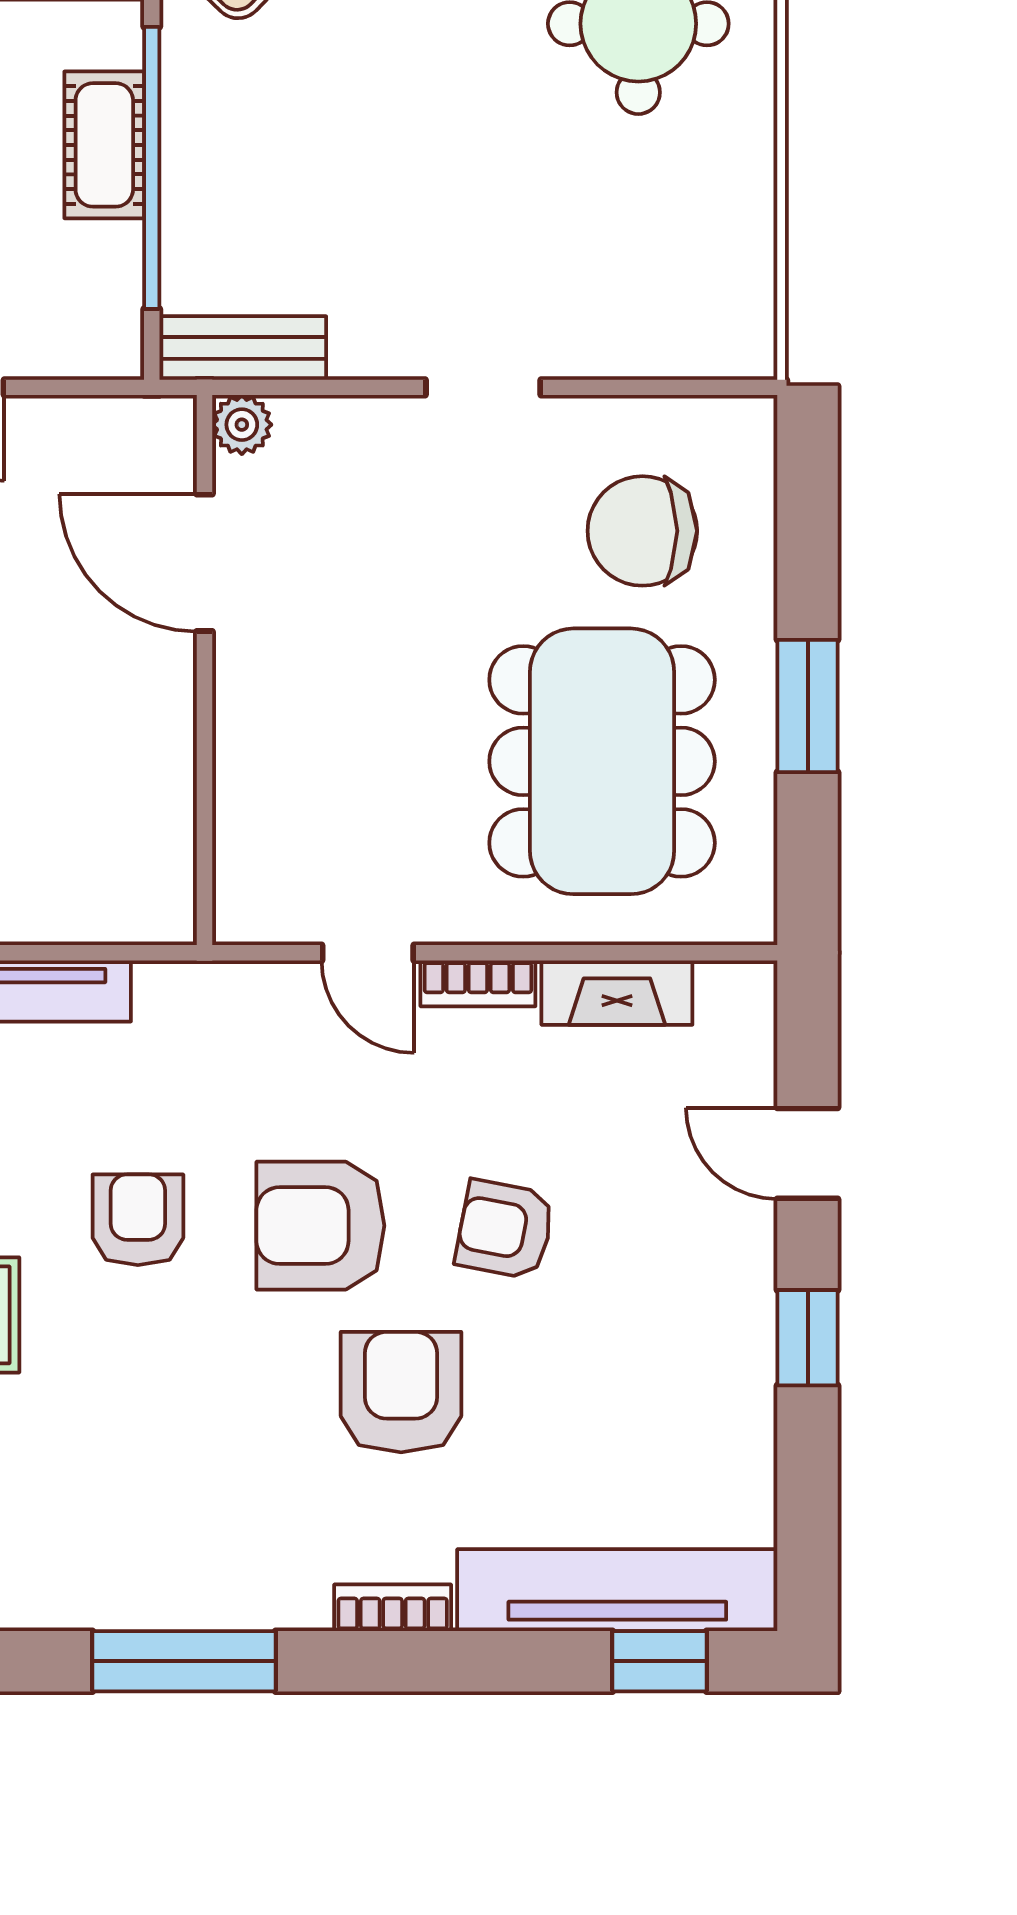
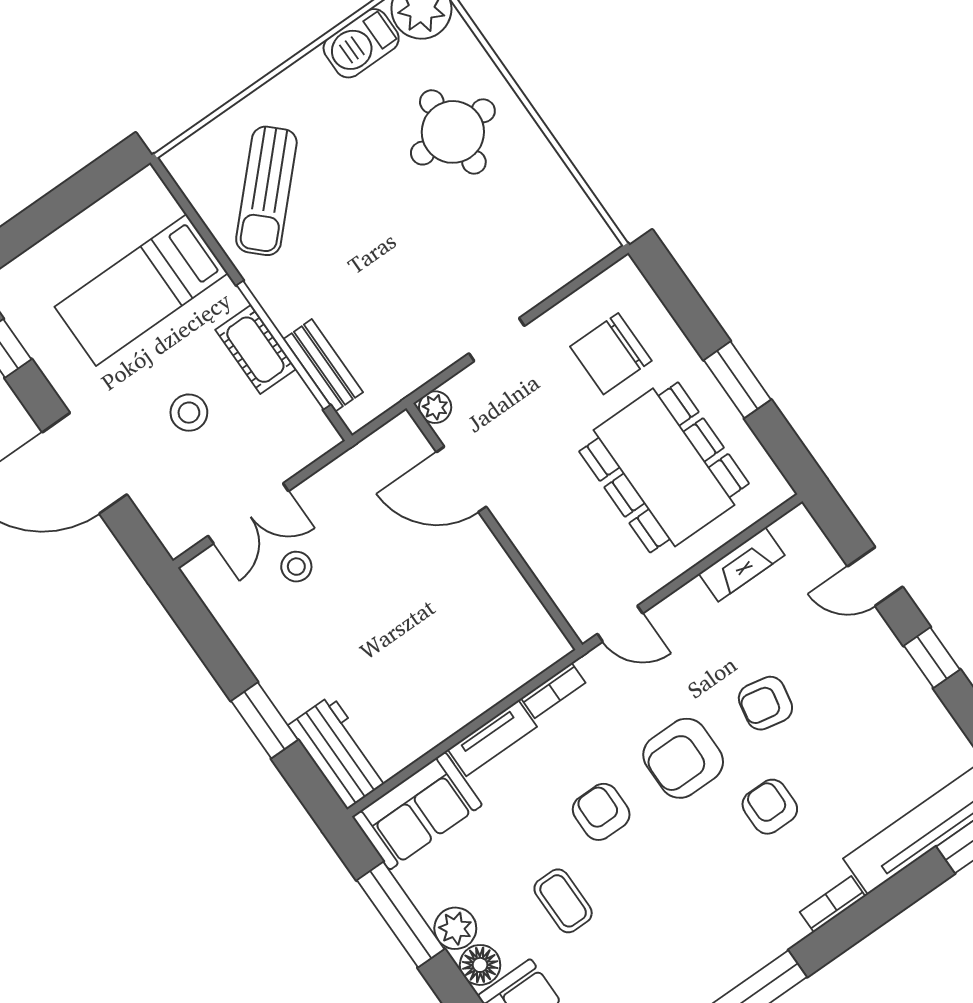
bench: (243, 348) -> (323, 365), moved, turned 90
plant: (242, 425) -> (435, 407), moved
door: (205, 563) -> (461, 479), moved
wall: (205, 670) -> (494, 526), moved
bookcase: (478, 983) -> (553, 691), moved
armchair: (401, 1392) -> (770, 807), width x0.72, depth x0.72

